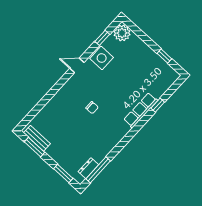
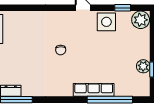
plant: (156, 61) -> (143, 66), added
window: (158, 105) -> (110, 100), width x3.17

